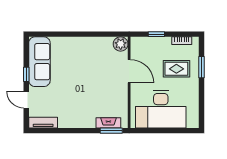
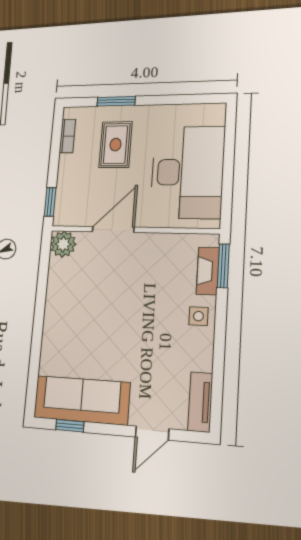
window: (156, 34) -> (50, 202), moved
window: (26, 74) -> (70, 426), moved
side table: (85, 119) -> (198, 316), added

